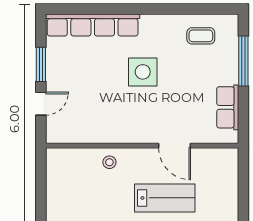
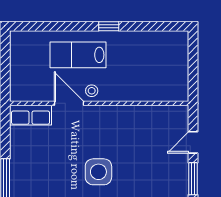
row of seats: (228, 107) -> (30, 115), moved, turned 90
stool: (109, 162) -> (92, 91), moved

